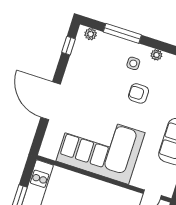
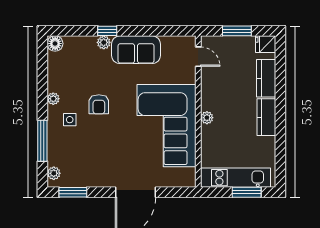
window: (68, 46) -> (73, 192), width x1.50
plant: (96, 185) -> (207, 118), added

